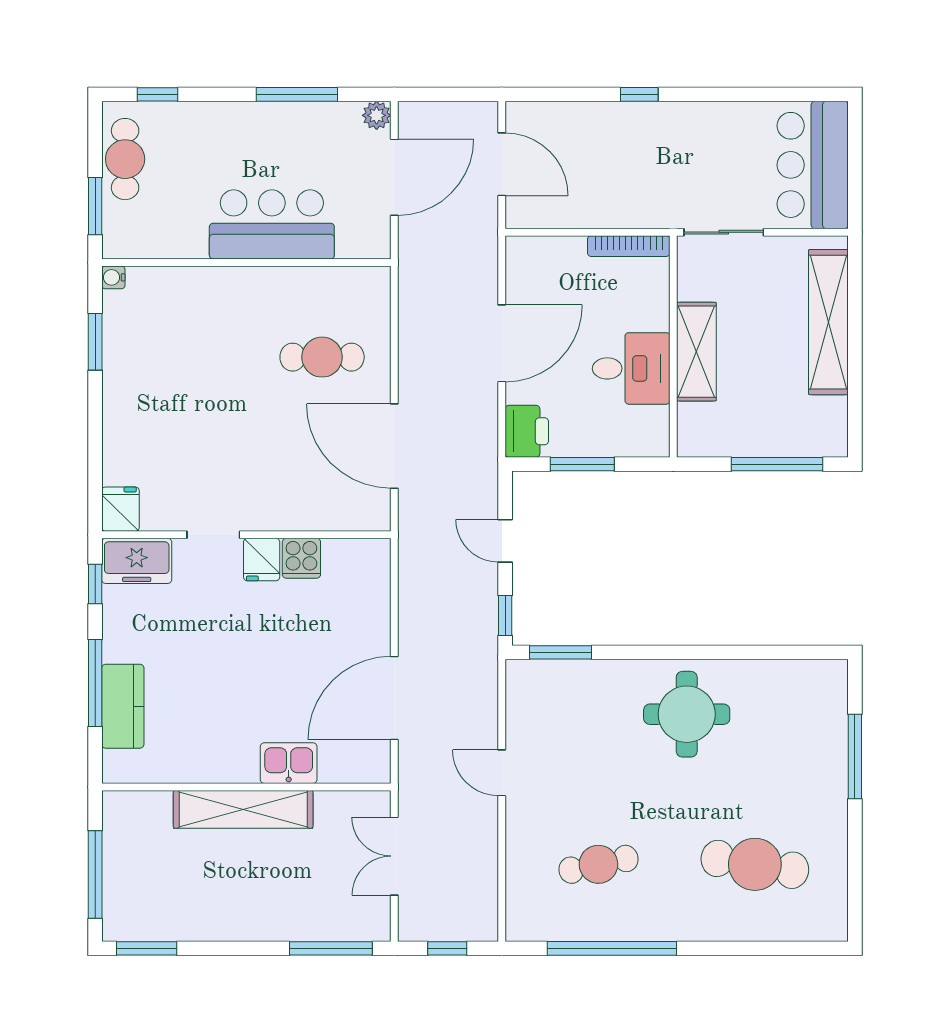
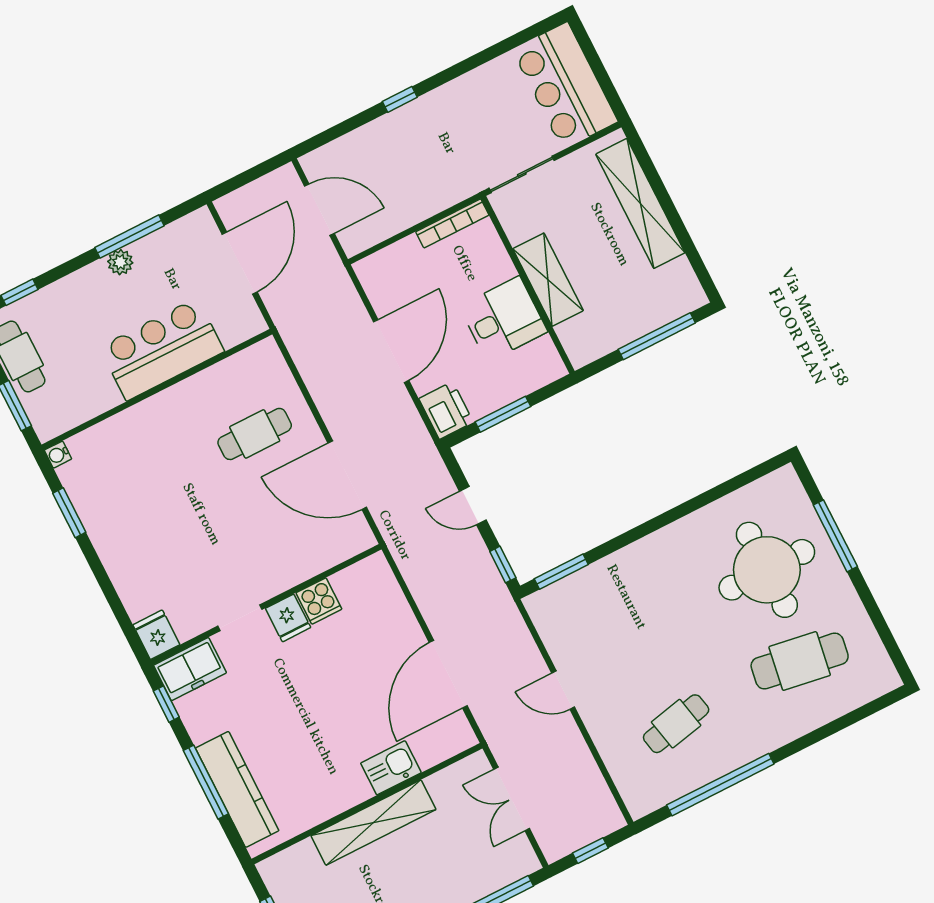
plant: (377, 115) -> (120, 262), moved
kitchen counter: (123, 706) -> (237, 789), width x1.50
round table: (687, 714) -> (767, 570), moved, width x1.36, depth x1.36

